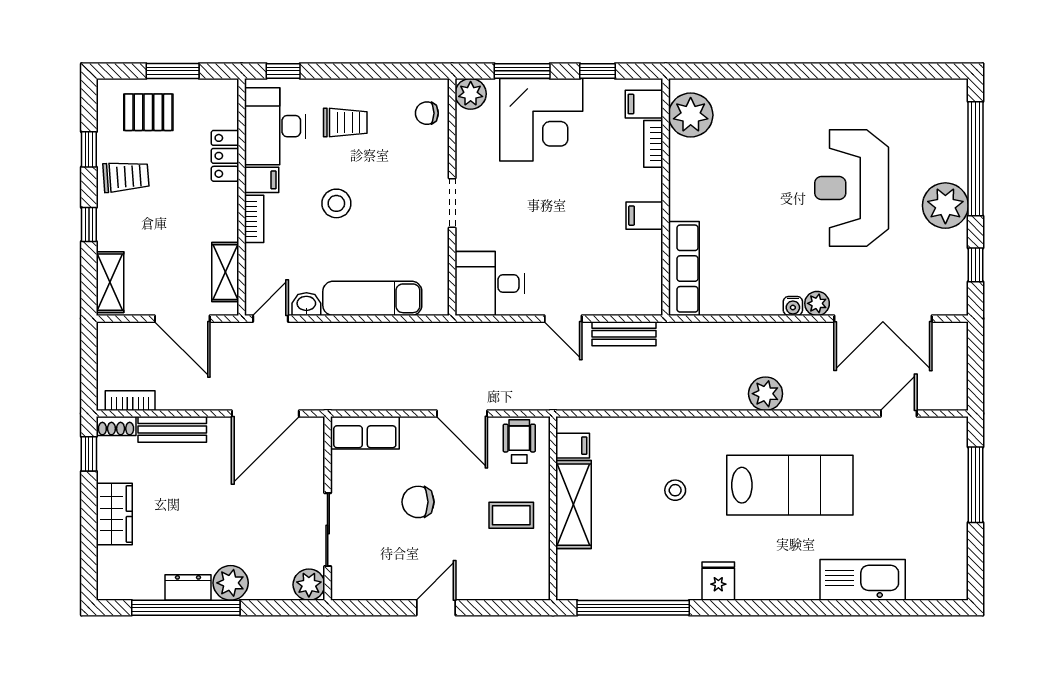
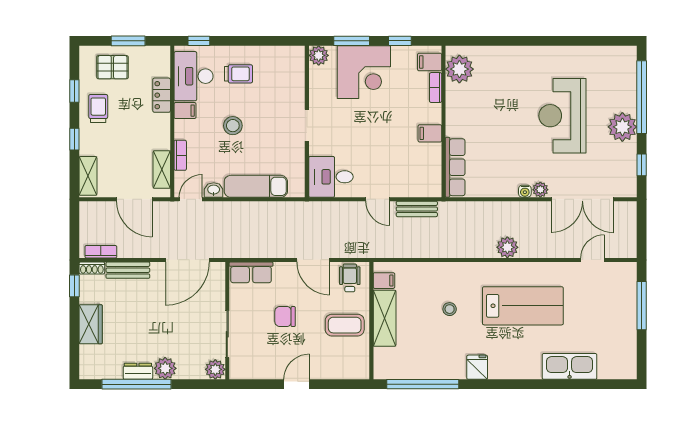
chair: (427, 113) -> (291, 68), removed
trolley: (126, 177) -> (98, 109), turned -86
bookcase: (254, 219) -> (180, 155), moved
coffee table: (511, 515) -> (345, 325), width x1.36, depth x1.30

